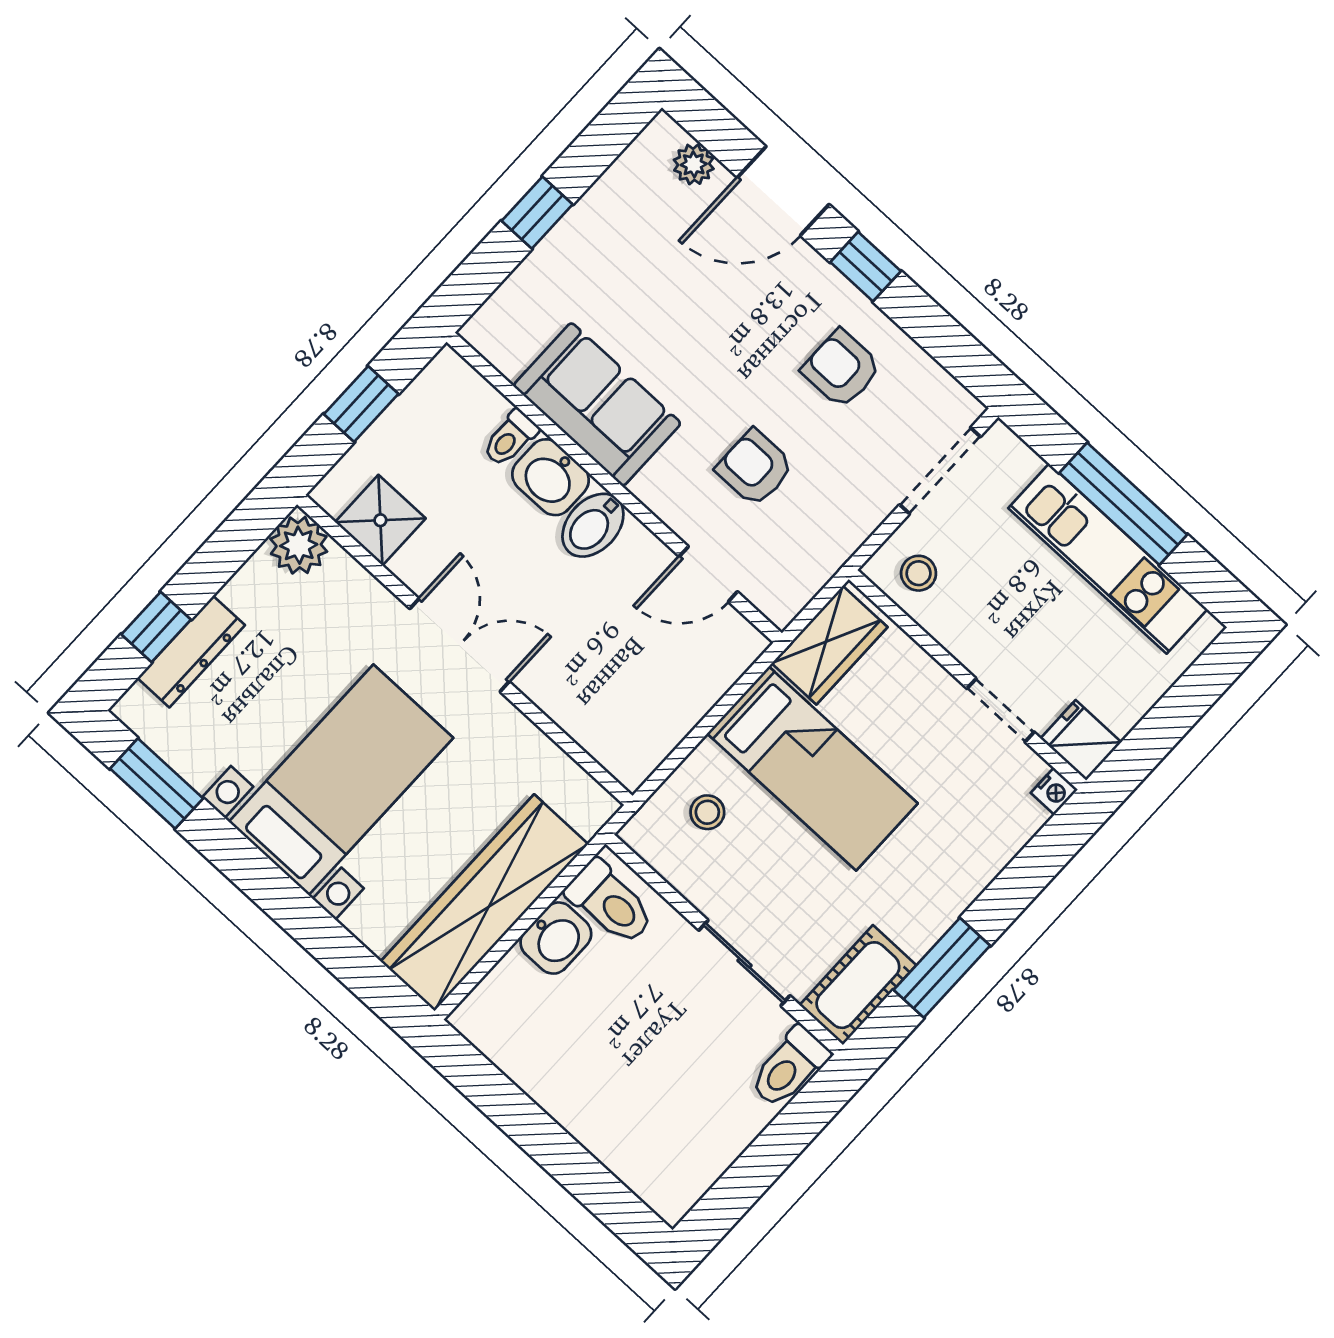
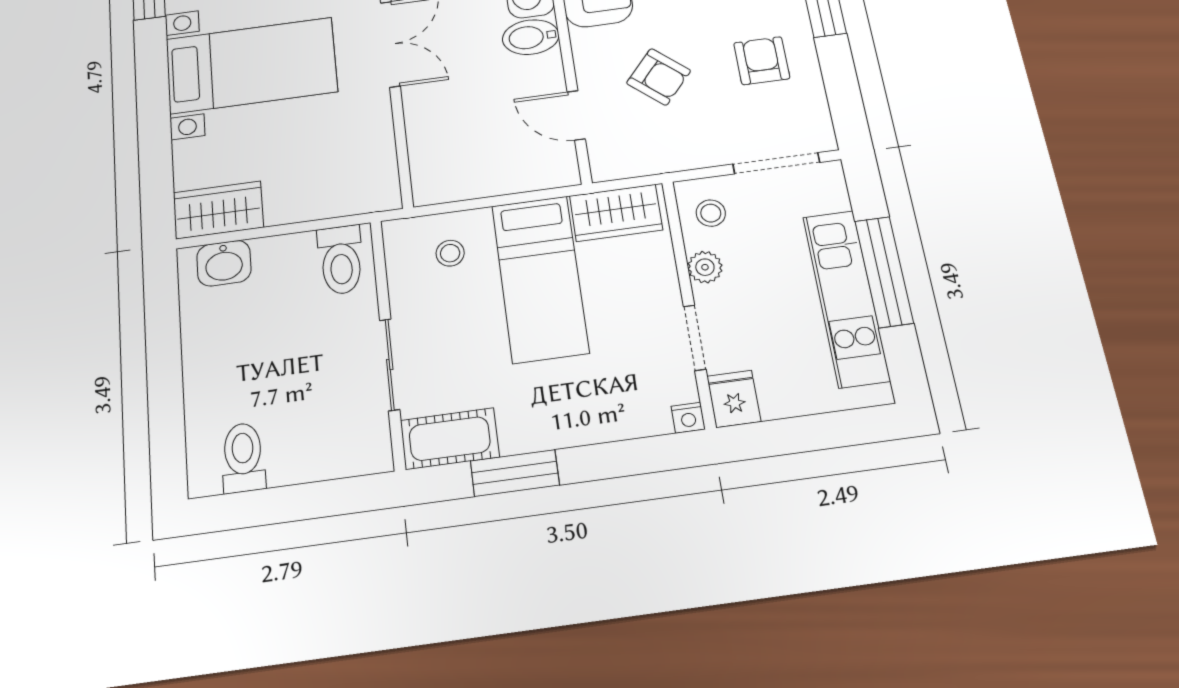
armchair: (755, 468) -> (659, 77), turned 131
plant: (956, 633) -> (705, 267), added
wardrobe: (484, 903) -> (218, 210), width x0.48, depth x0.85
washbasin: (556, 938) -> (224, 263), moved
toilet: (789, 1067) -> (243, 458), moved, turned 90

